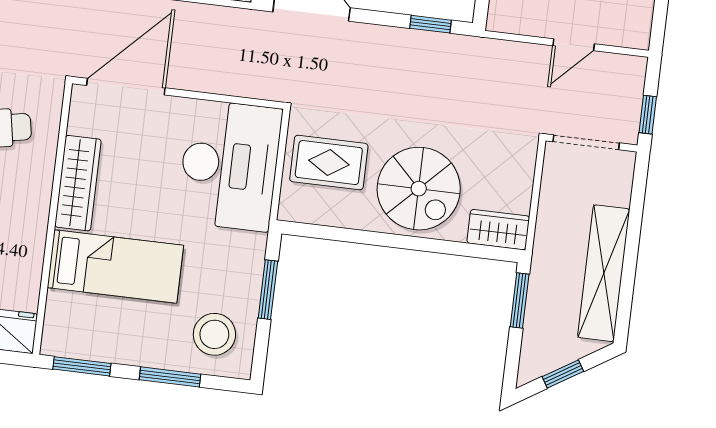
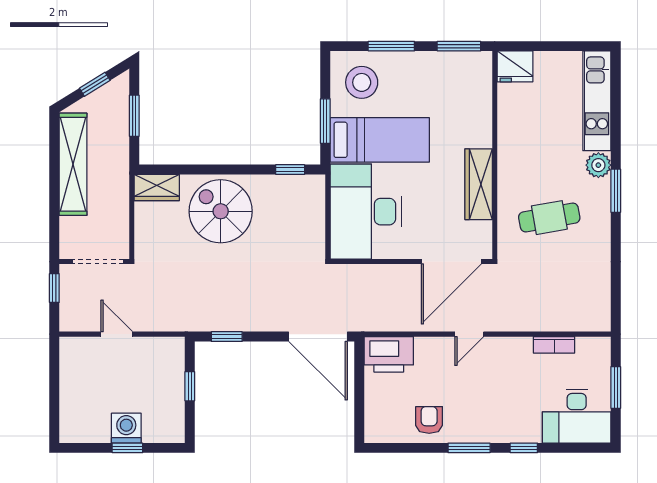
door: (574, 45) -> (117, 334), hinge flipped
rug: (329, 163) -> (291, 223), removed
window: (321, 232) -> (290, 170), added
bed: (115, 267) -> (380, 140), moved, turned 180
window: (520, 300) -> (134, 116), moved

